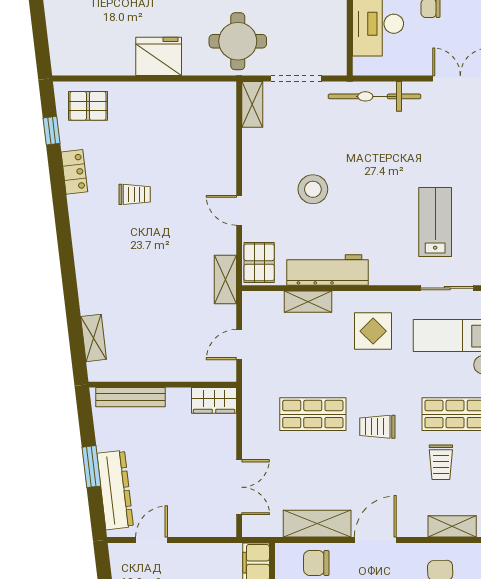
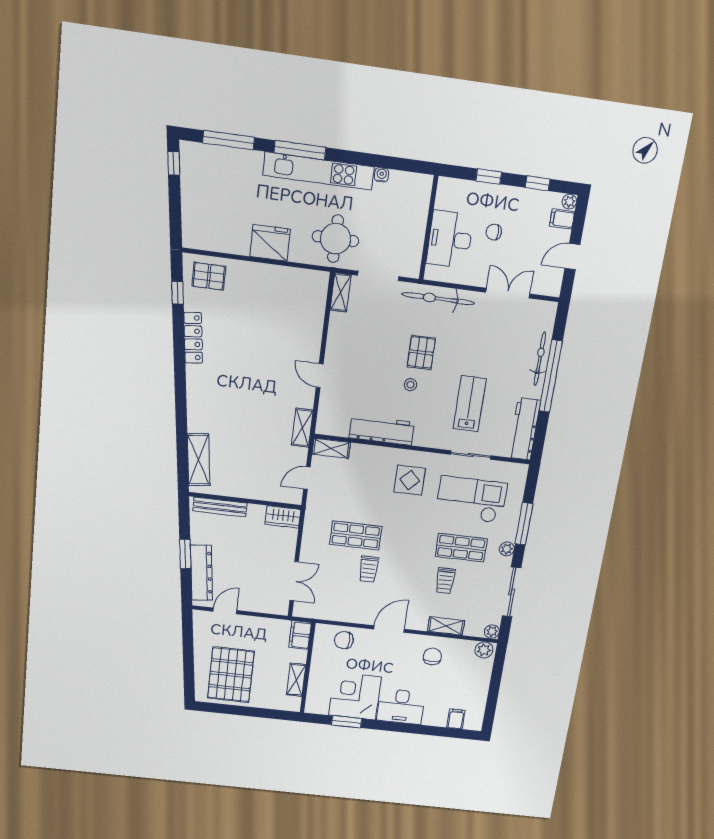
locker: (74, 172) -> (193, 338), width x1.53
stool: (313, 189) -> (410, 385), moved, width x0.53, depth x0.53
trolley: (135, 194) -> (239, 353), removed
pallet: (259, 262) -> (421, 352), moved
shelving: (308, 302) -> (331, 448), moved
shelving: (94, 338) -> (199, 460), width x1.50, depth x1.33
trolley: (377, 427) -> (369, 569), moved, turned -90
shelving: (317, 524) -> (348, 613), removed

